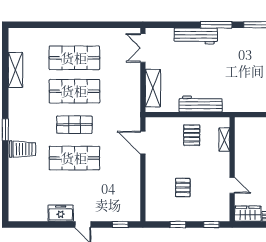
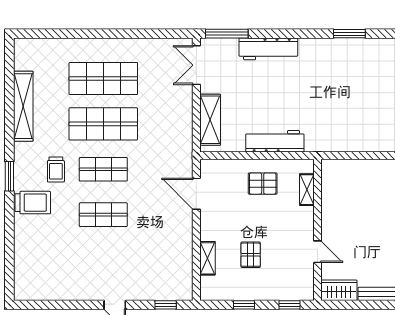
window: (216, 25) -> (227, 34), moved
shelving: (16, 70) -> (23, 106), width x1.47
trolley: (39, 125) -> (56, 170), added
pallet: (192, 135) -> (263, 184), turned 90
shop shelf: (74, 158) -> (103, 215), width x0.70, depth x0.74
shelving: (151, 190) -> (207, 258), added
freezer: (61, 213) -> (85, 290), removed

